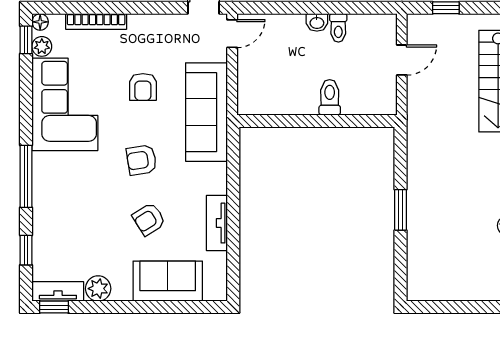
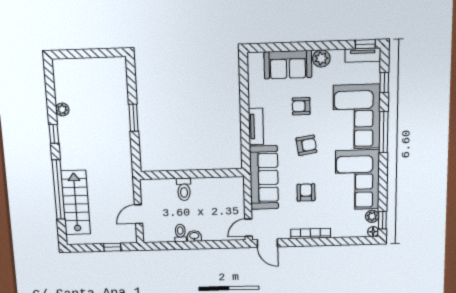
bookcase: (96, 22) -> (311, 234), moved
corner sofa: (66, 201) -> (357, 117), added
armchair: (149, 219) -> (301, 106), turned -148
tv unit: (217, 223) -> (256, 126), moved
plant: (98, 289) -> (321, 58), moved

